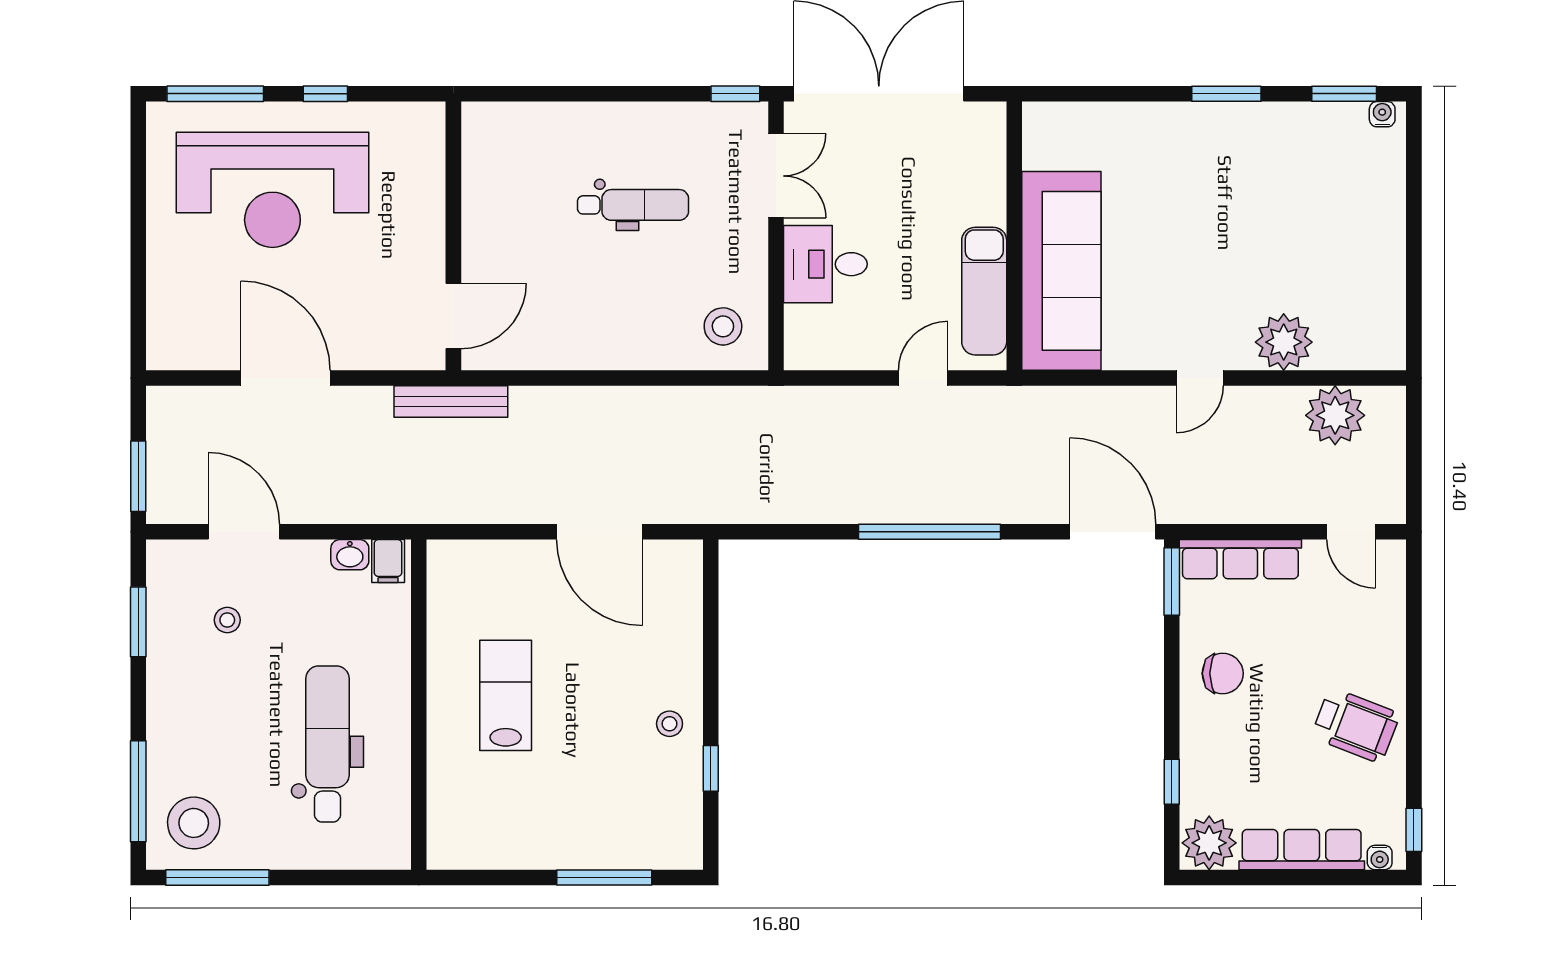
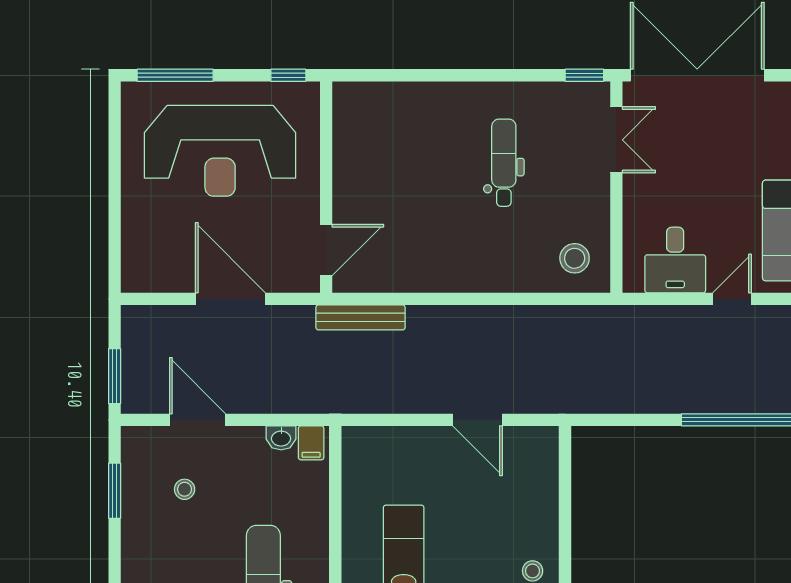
window: (325, 94) -> (288, 75), moved
dental chair: (633, 205) -> (504, 163), turned -90
wall: (453, 236) -> (326, 187), moved
desk: (825, 264) -> (675, 260), moved, turned -90
door: (453, 316) -> (326, 250), moved
door: (600, 532) -> (477, 420), width x0.73

